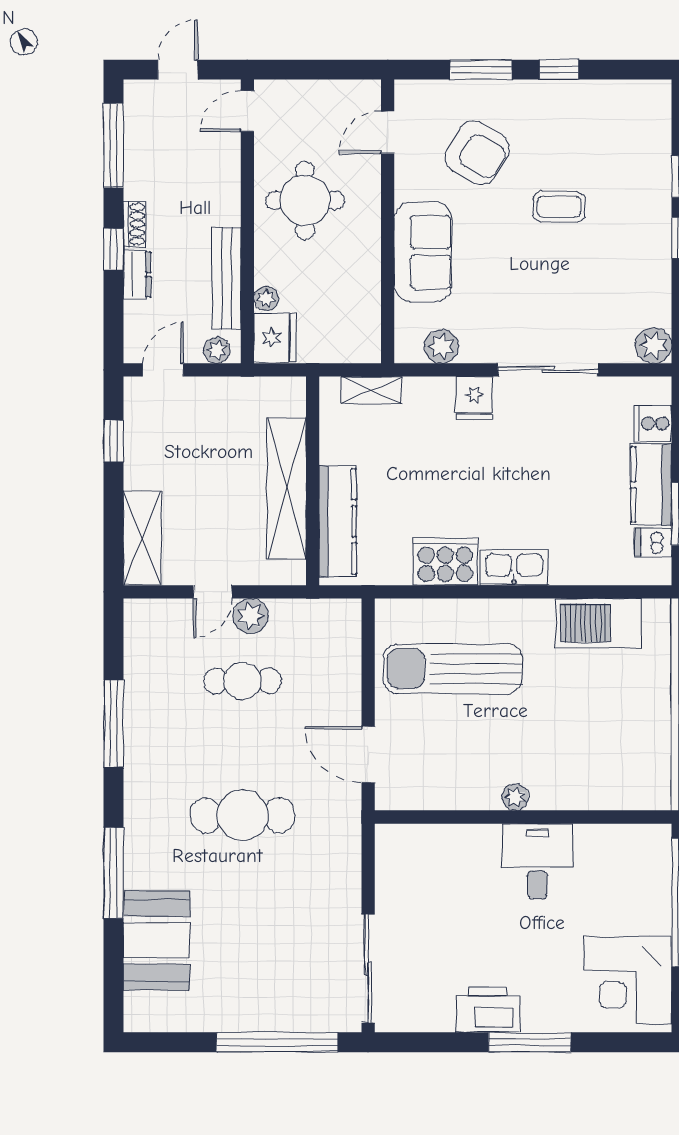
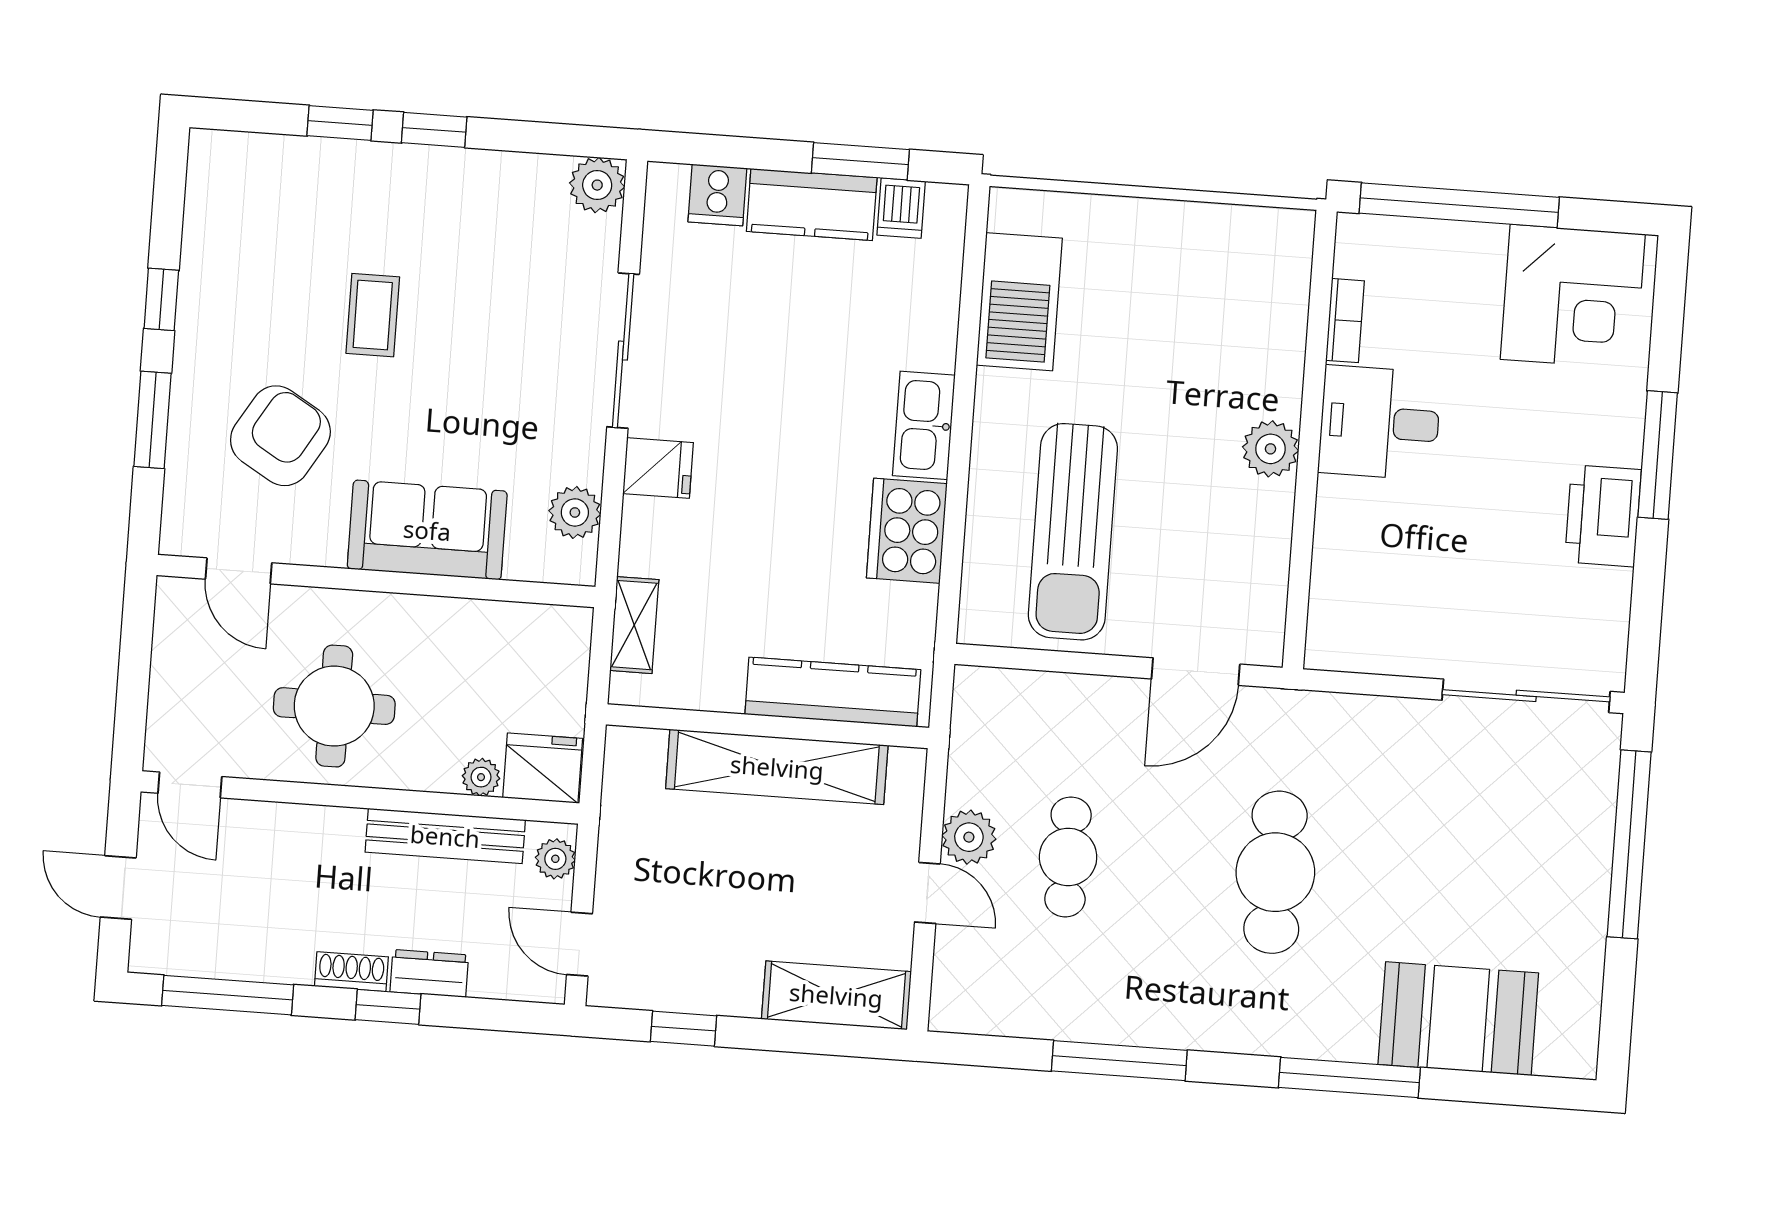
plant: (515, 797) -> (1271, 449), width x1.38, depth x1.38
bookcase: (602, 834) -> (1345, 321), added

